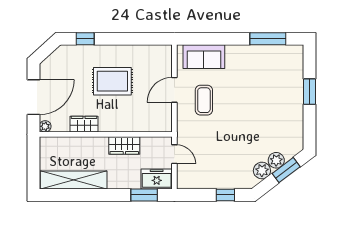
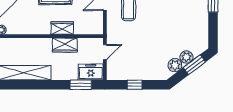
wardrobe: (84, 124) -> (62, 28), moved
door: (174, 154) -> (105, 52), hinge flipped
window: (225, 195) -> (135, 85), moved

